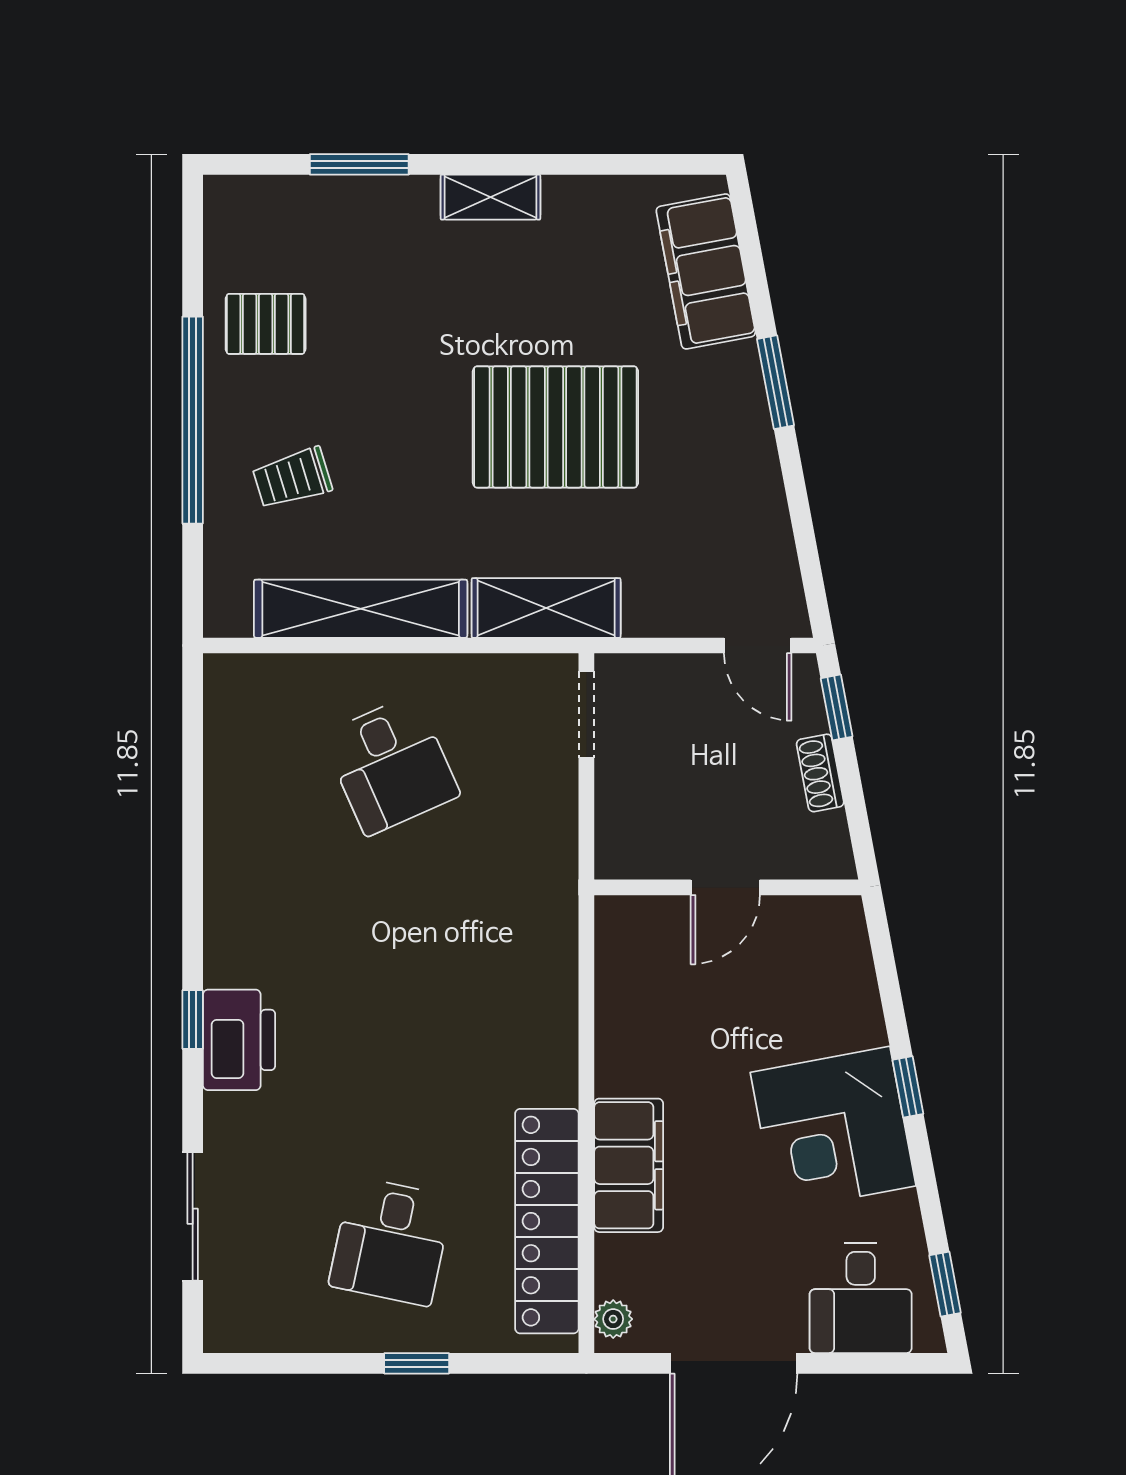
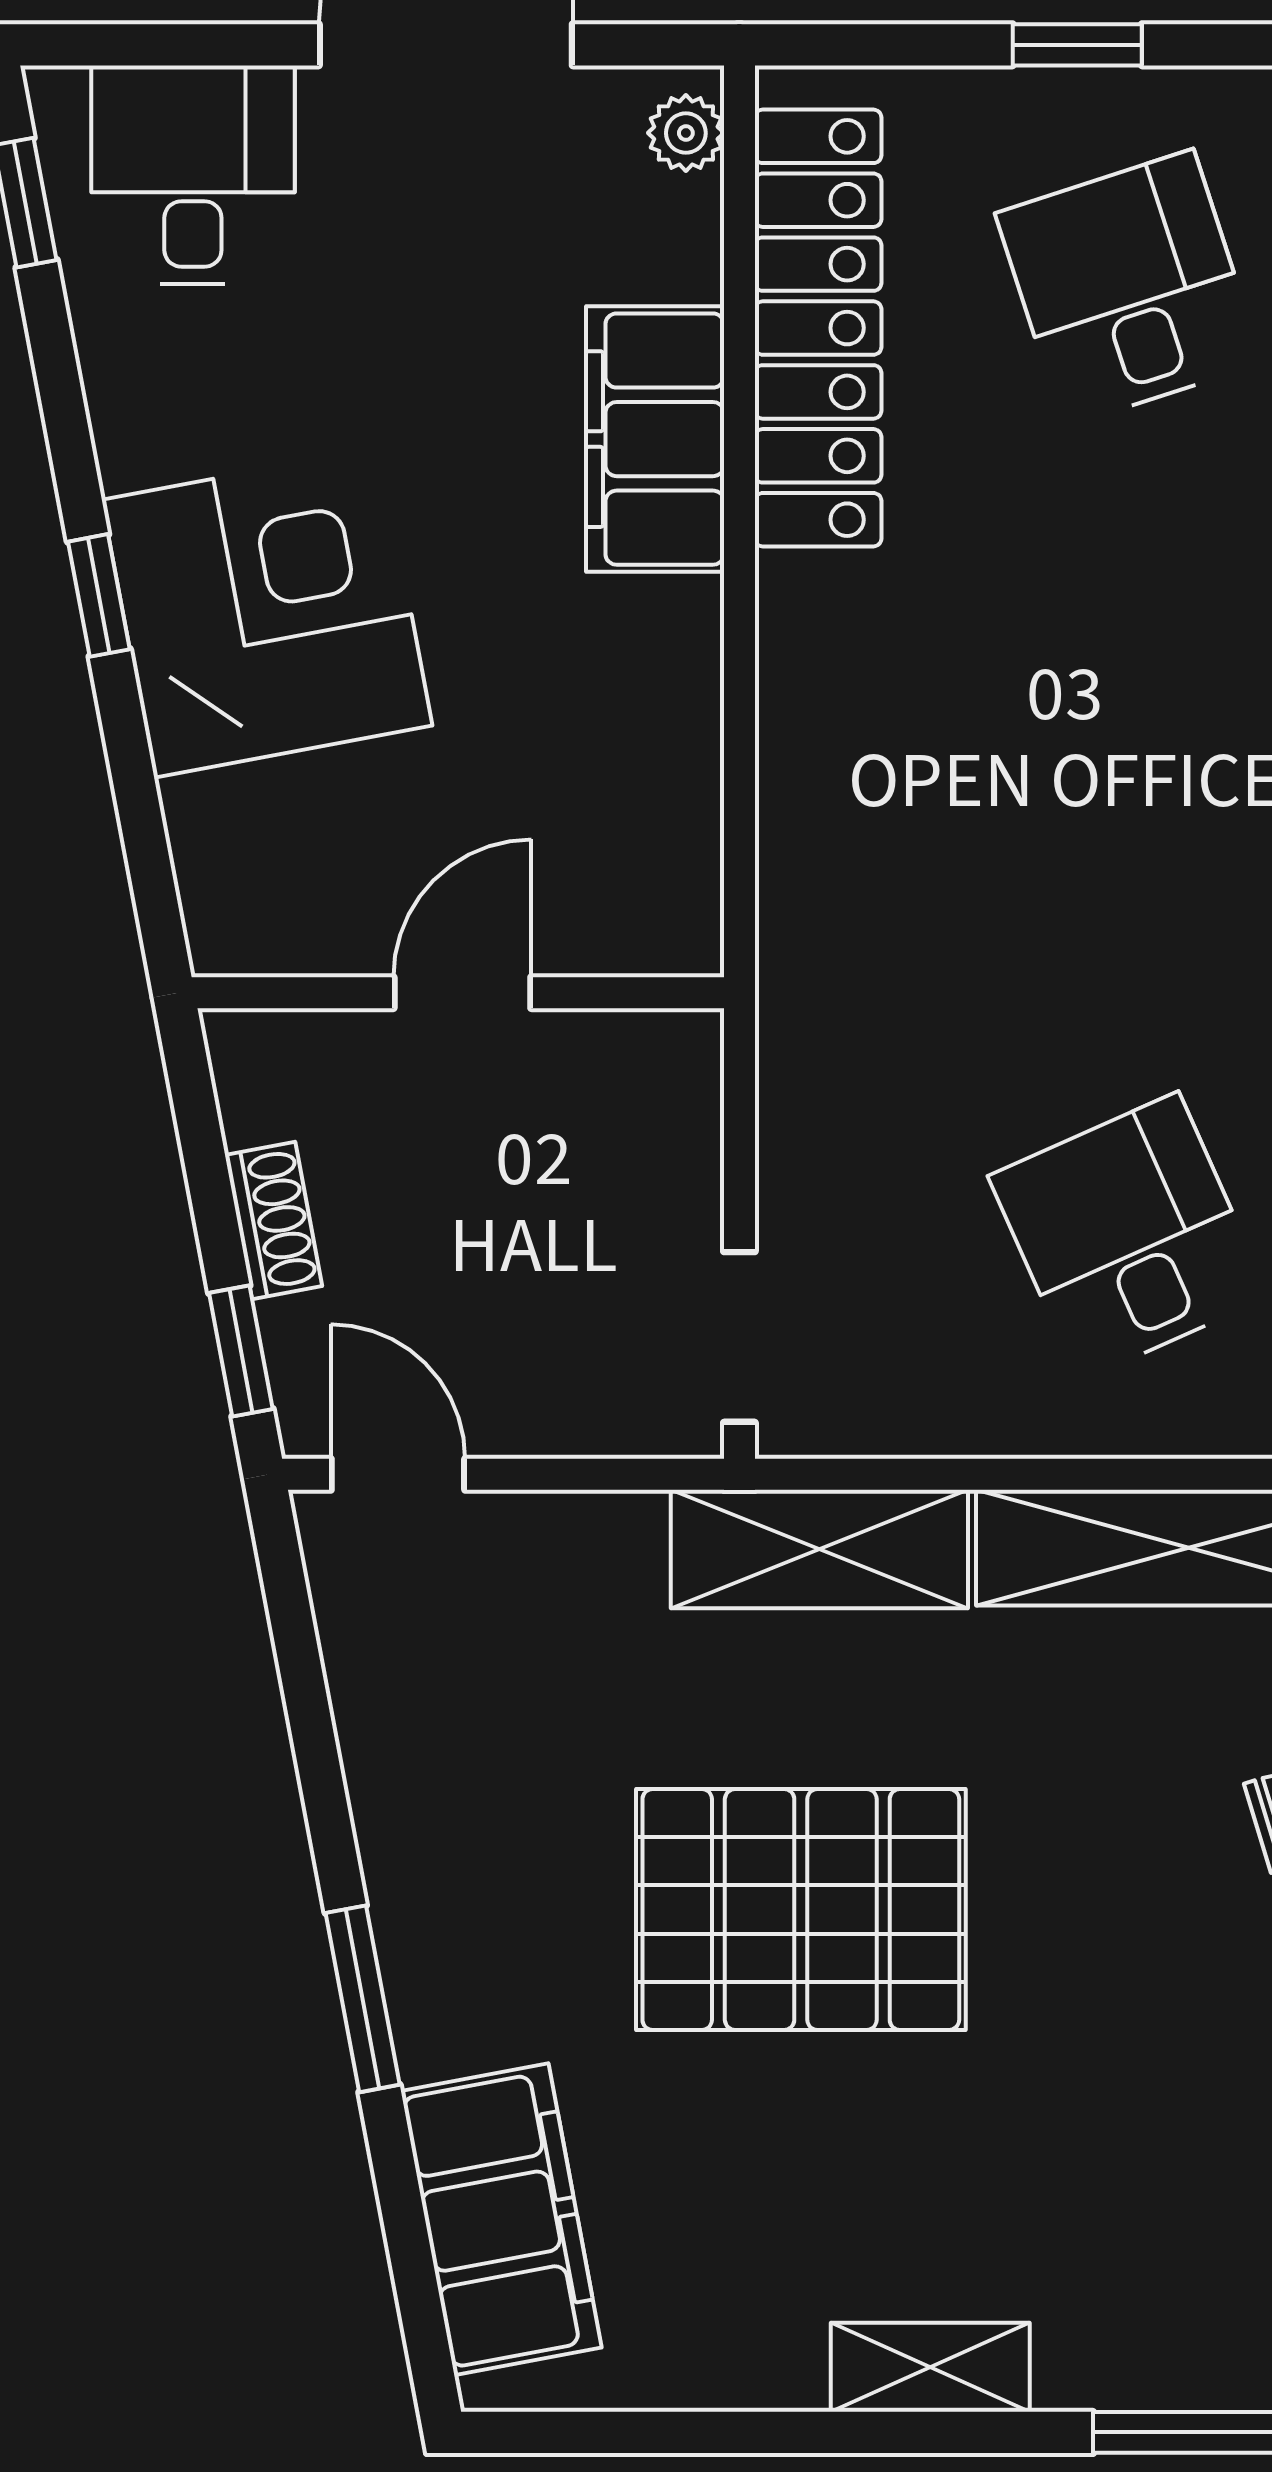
corner desk: (833, 1129) -> (267, 613), moved
desk: (391, 1241) -> (1129, 288), turned -30

